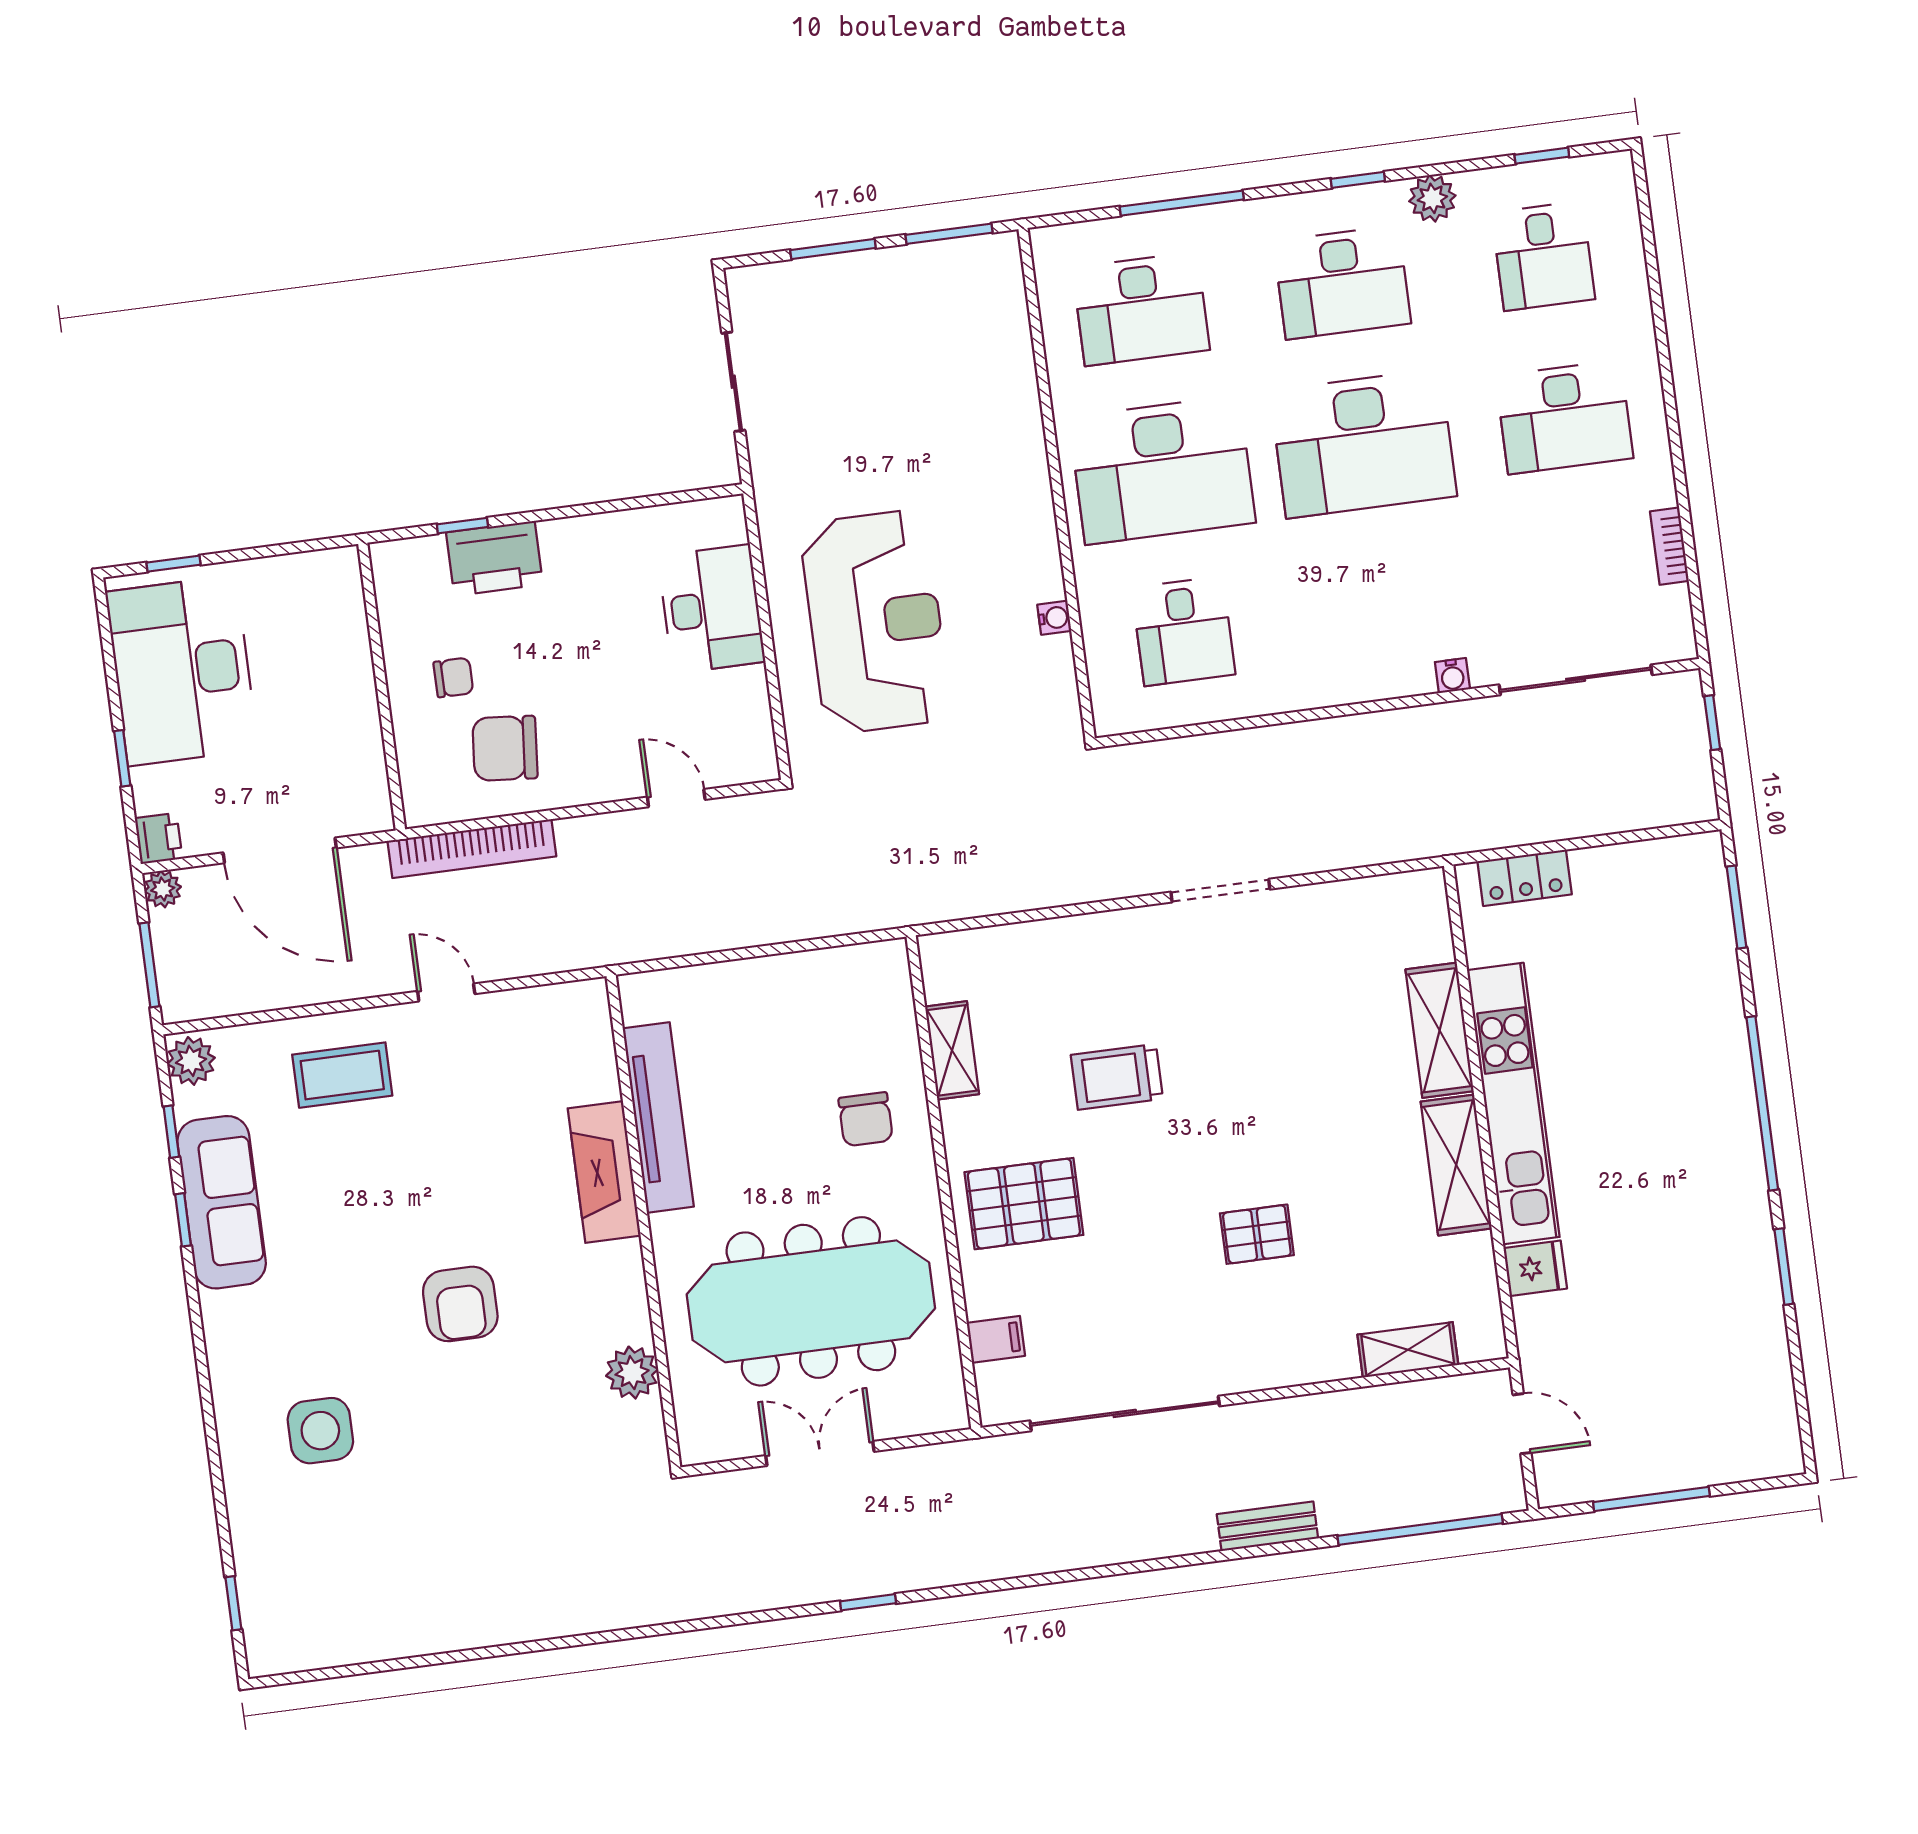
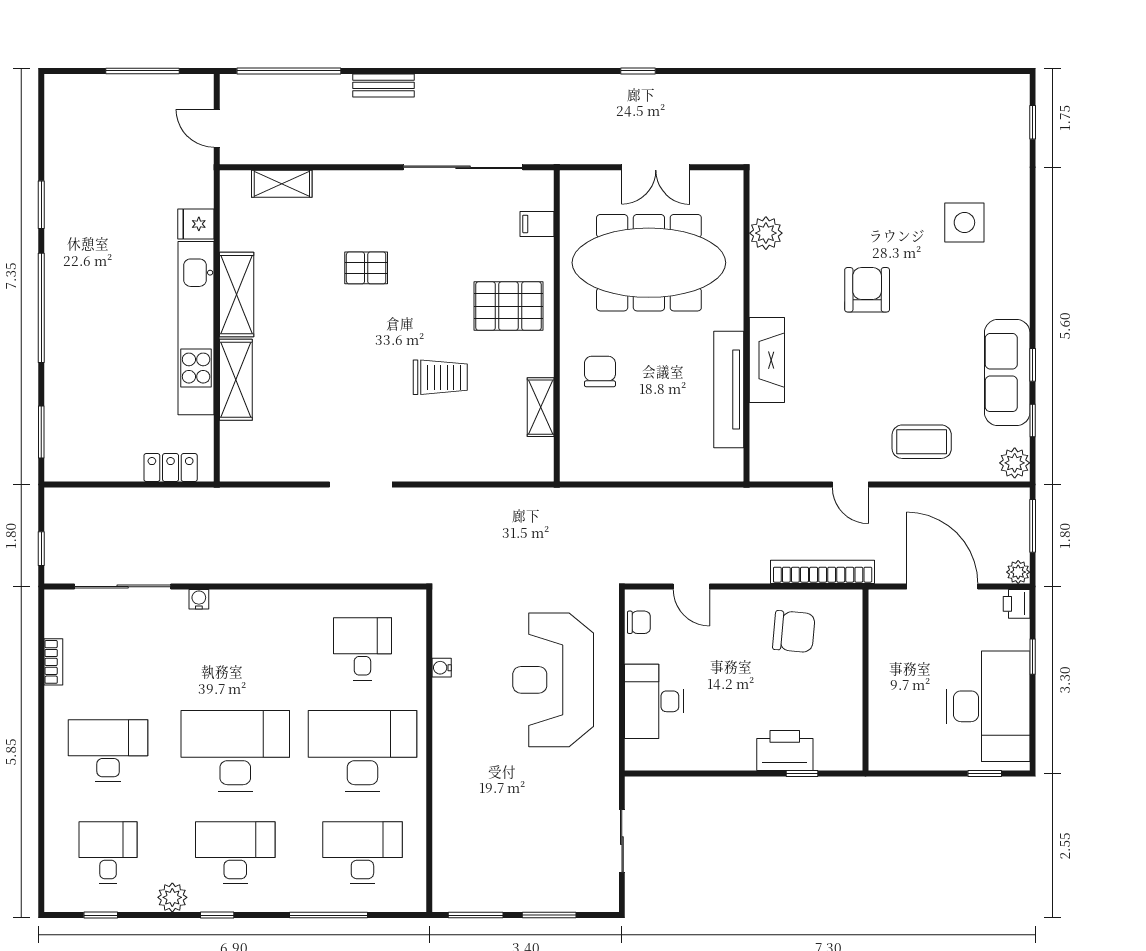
chair: (453, 677) -> (639, 622), moved, turned 180

